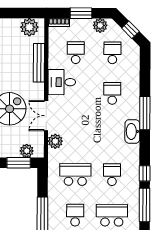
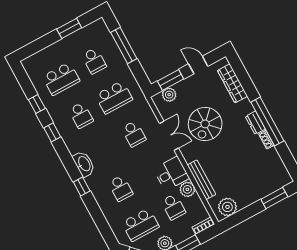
school desk: (112, 53) -> (140, 225), width x1.85
window: (145, 113) -> (82, 187), width x0.46
school desk: (75, 134) -> (134, 134), added
plant: (55, 141) -> (187, 189), moved
window: (145, 205) -> (37, 104), width x0.46

